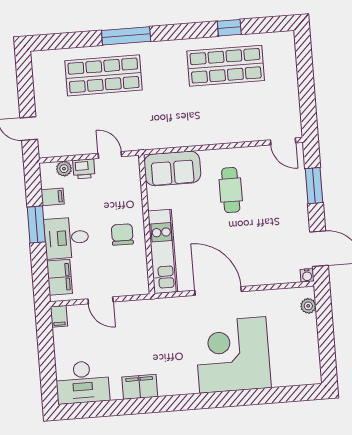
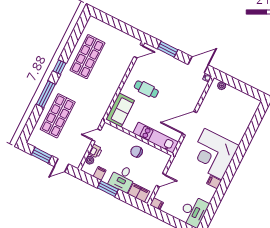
window: (229, 28) -> (59, 67), moved
window: (26, 88) -> (42, 155), added
corner desk: (233, 355) -> (213, 154), moved
filing cabinet: (140, 387) -> (214, 182), width x0.50

